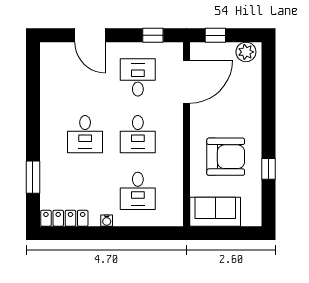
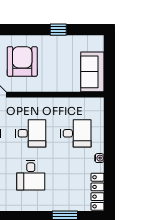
desk: (85, 134) -> (31, 175), turned 90
armchair: (226, 157) -> (22, 61), moved

